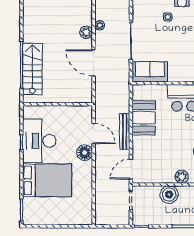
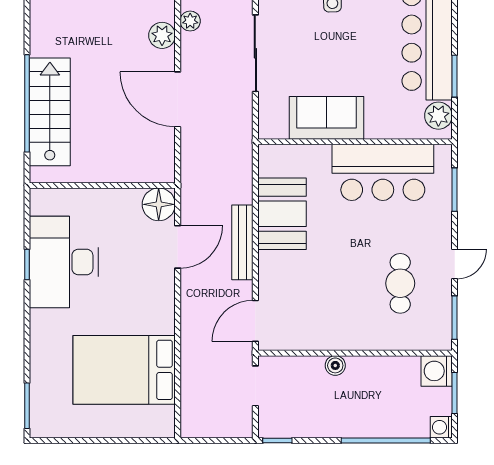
sofa: (150, 72) -> (326, 118), moved
door: (94, 134) -> (178, 247), hinge flipped
floor lamp: (85, 153) -> (159, 204), moved
plant: (182, 177) -> (362, 337), removed
bed: (47, 180) -> (124, 370), moved, turned 180
boiler: (169, 195) -> (335, 365), width x0.54, depth x0.54

